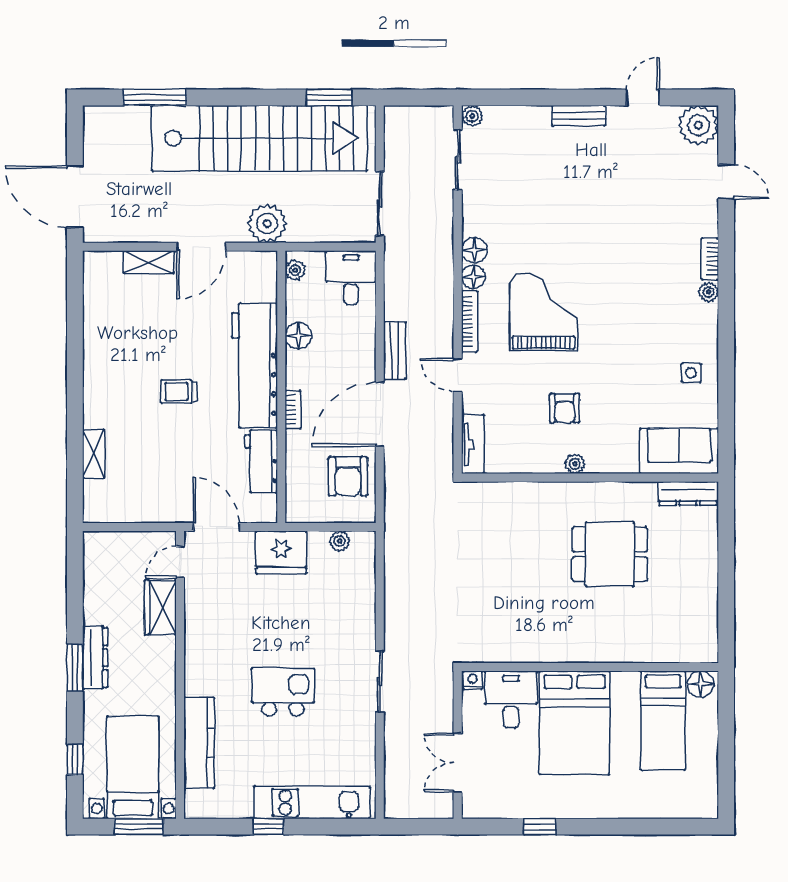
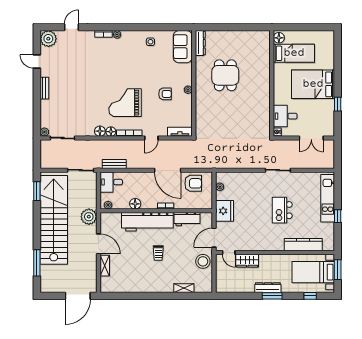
bench: (395, 351) -> (114, 164), moved
stool: (159, 500) -> (203, 261), added
bed: (575, 723) -> (313, 84), moved, turned 180

